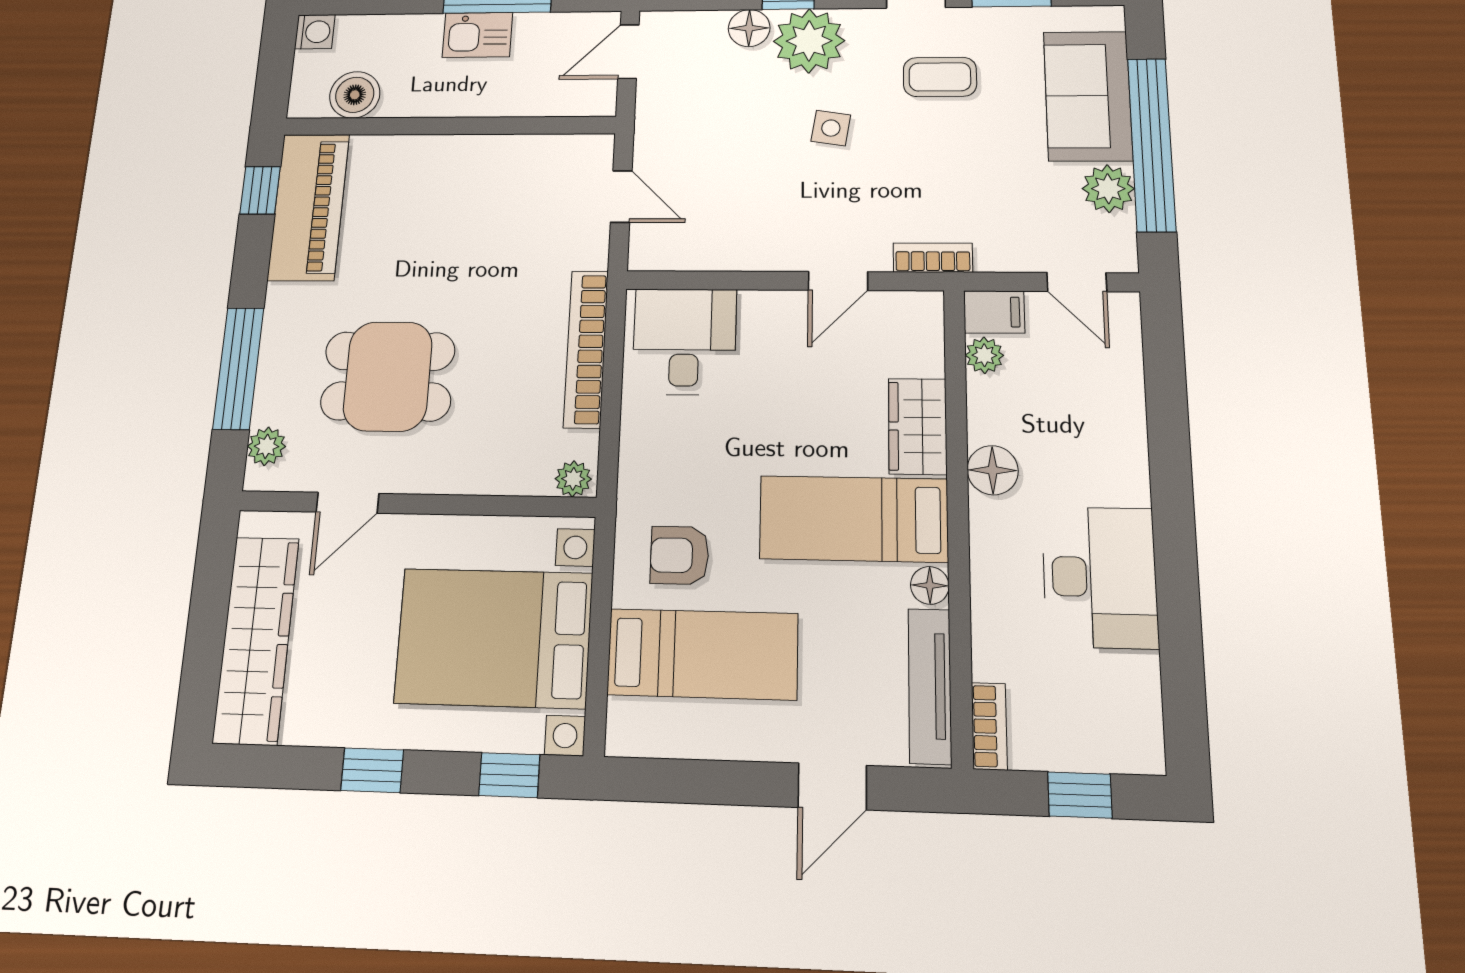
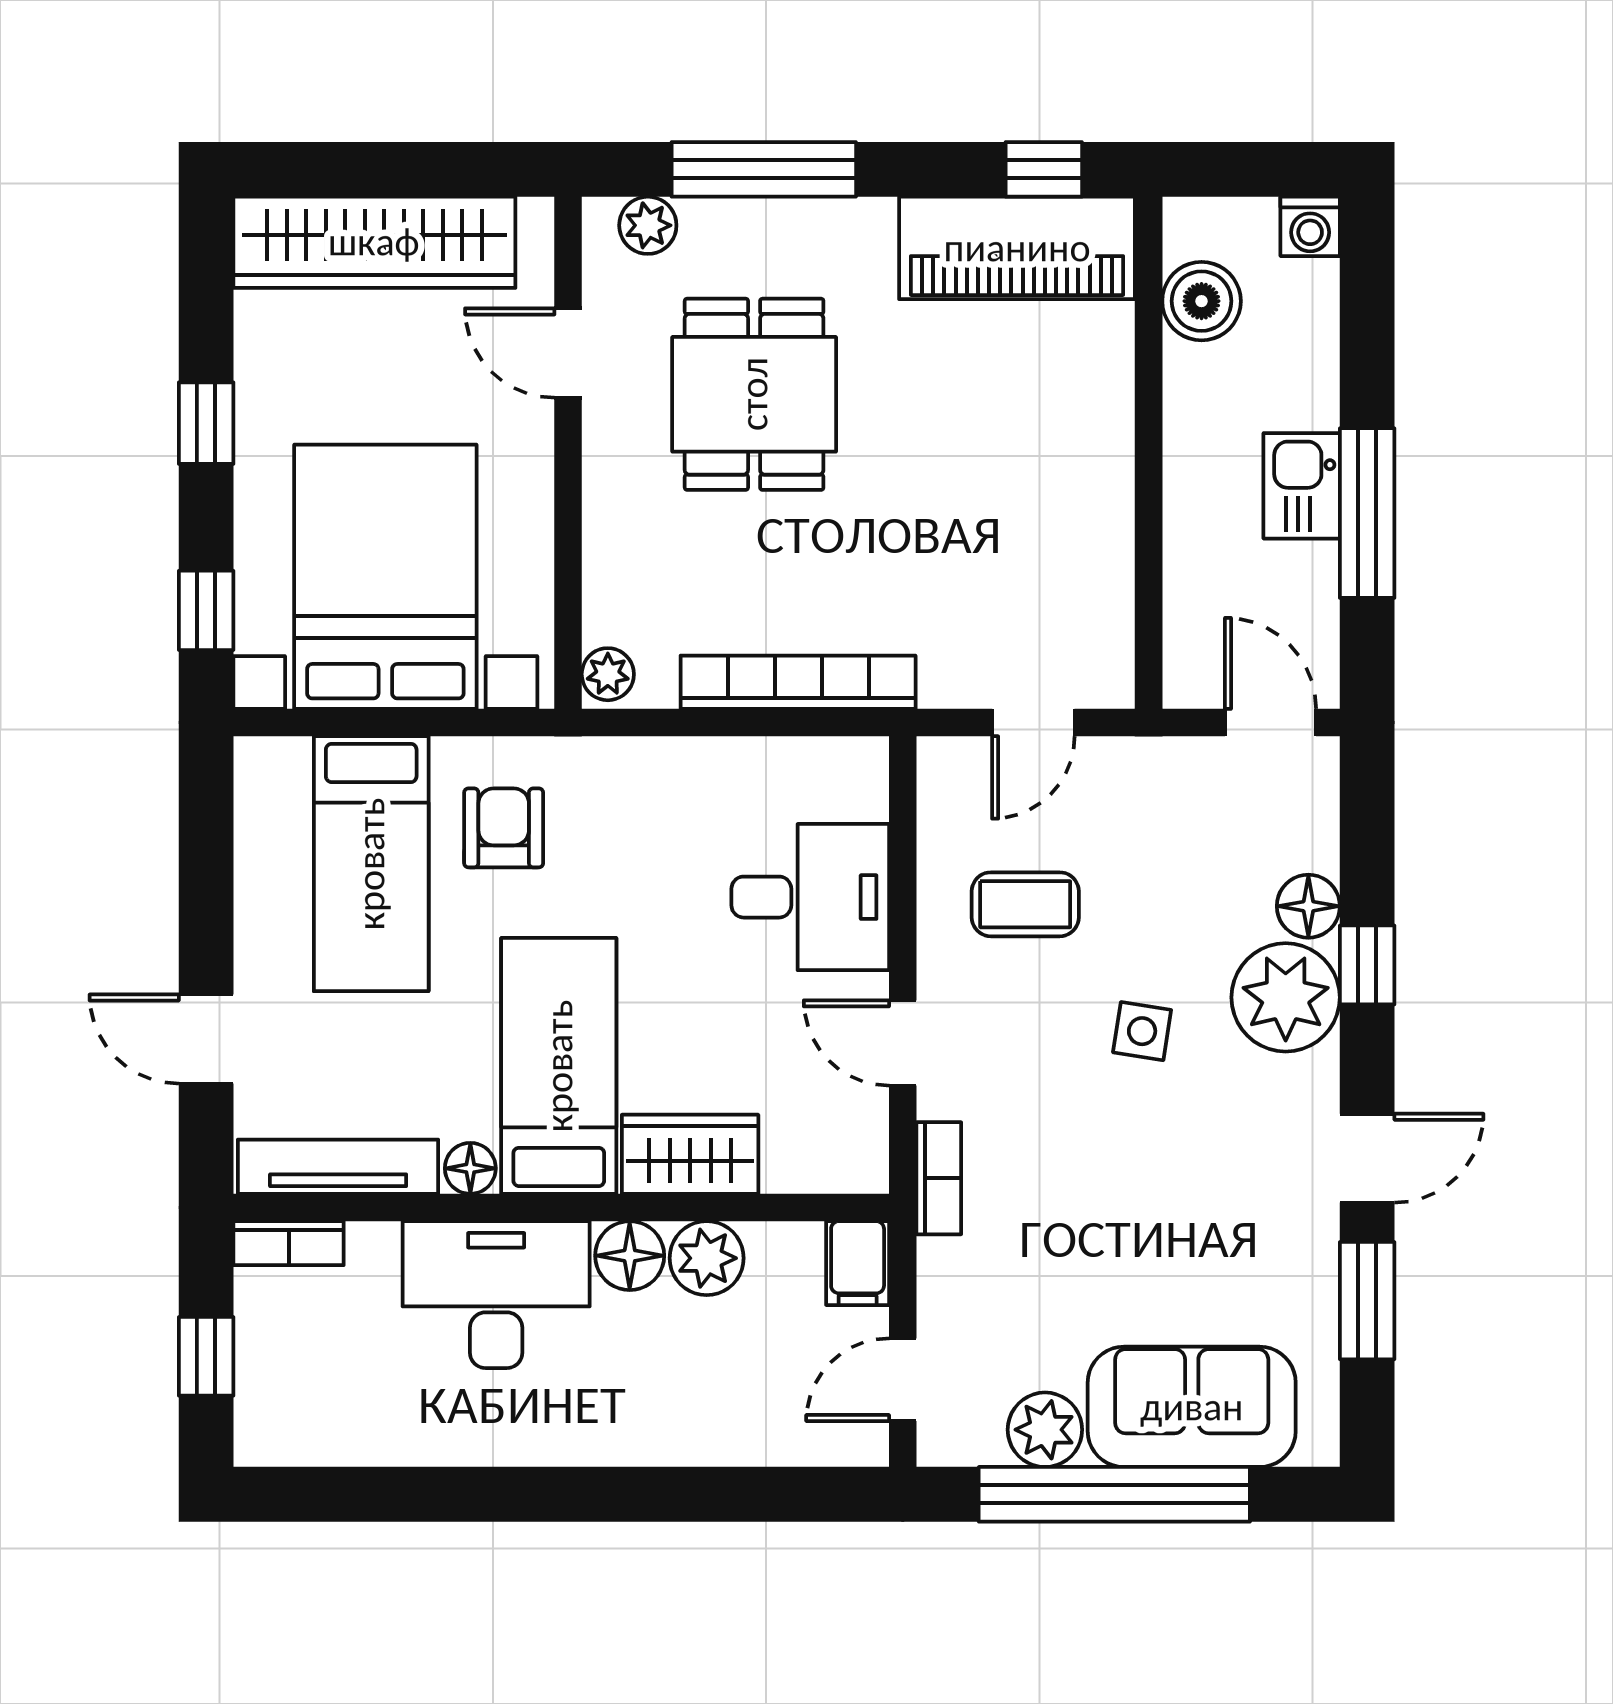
coffee table: (940, 77) -> (1025, 904), moved, turned 90
desk: (684, 341) -> (810, 897), moved
plant: (984, 355) -> (707, 1258), moved, width x1.38, depth x1.38
desk: (1100, 577) -> (496, 1295), moved, turned 180

